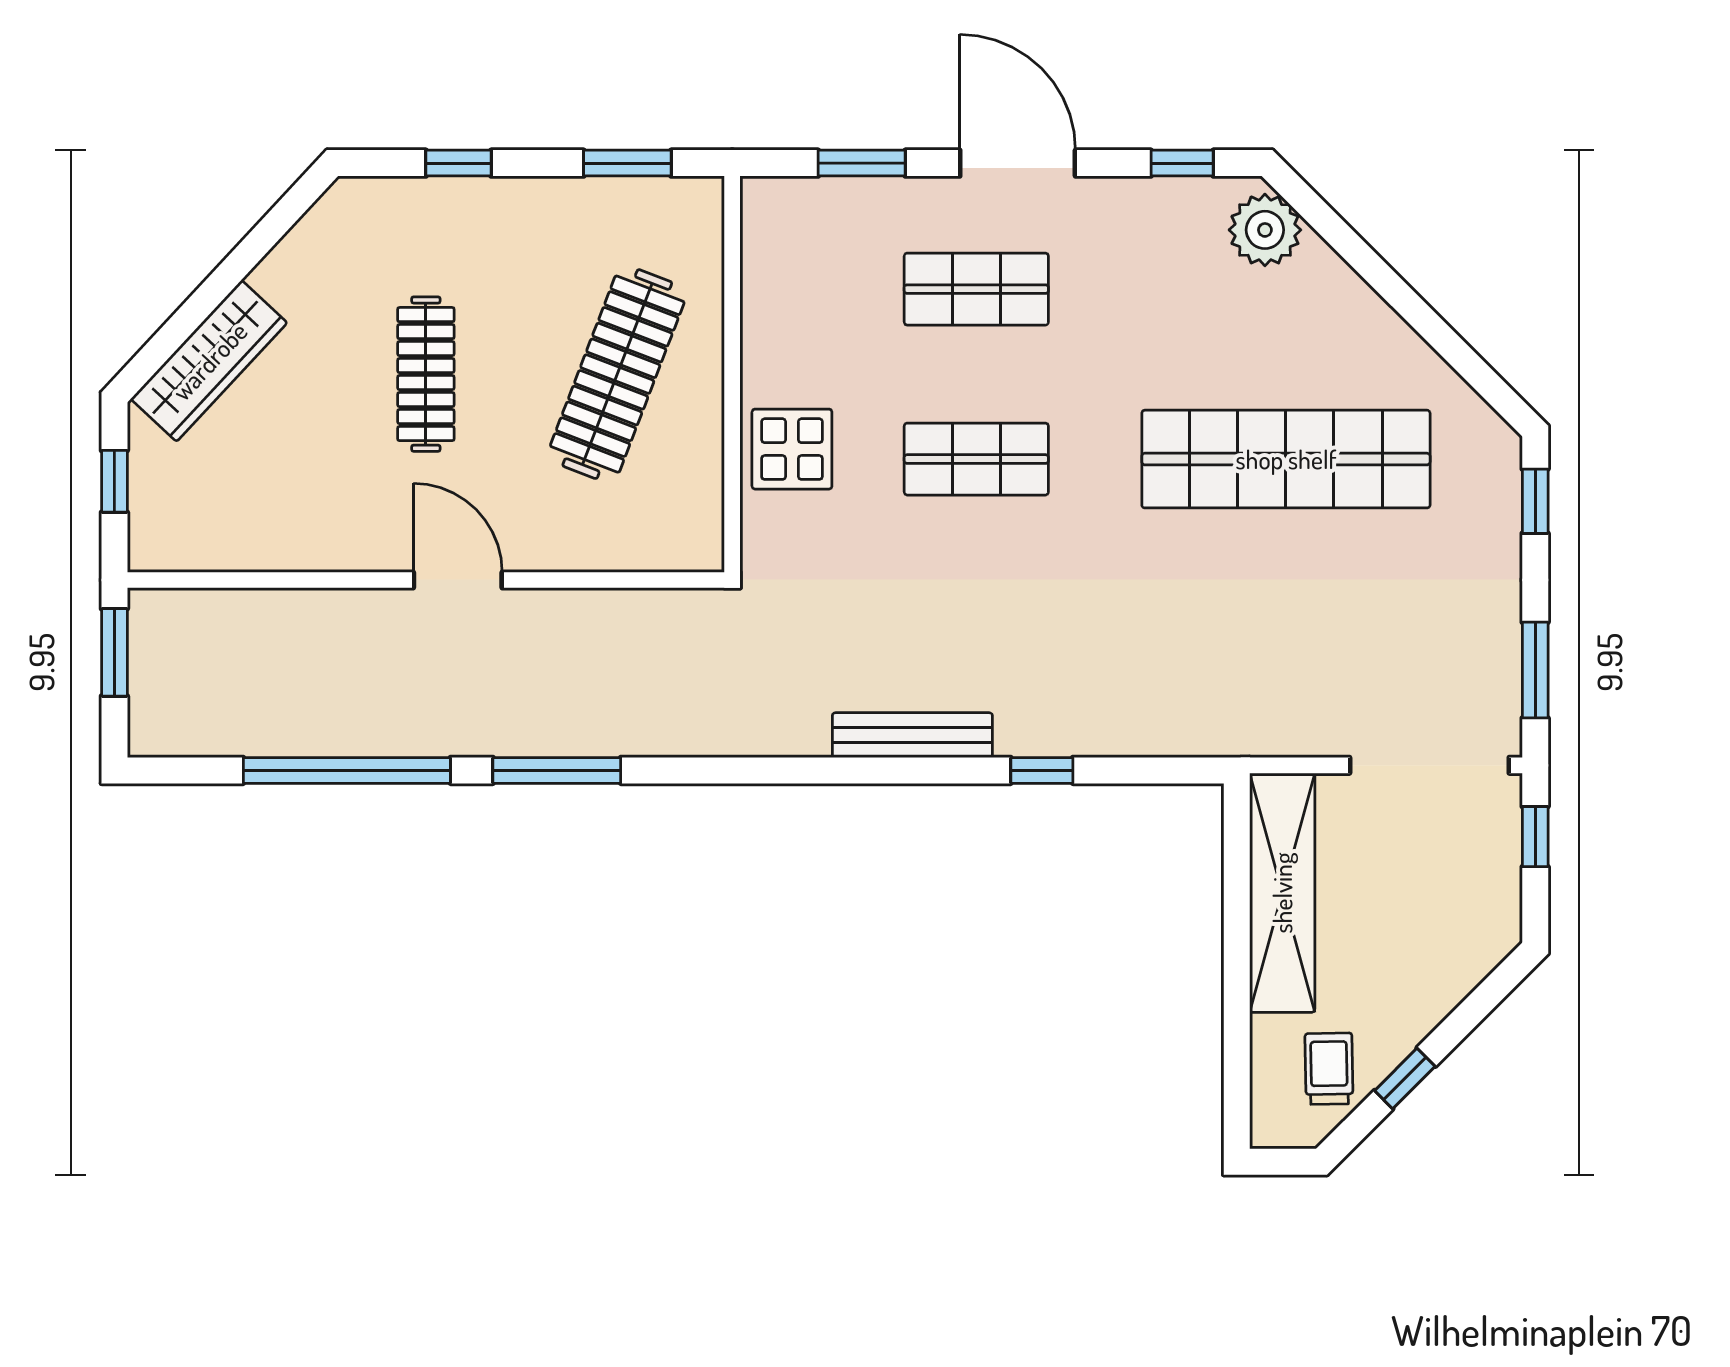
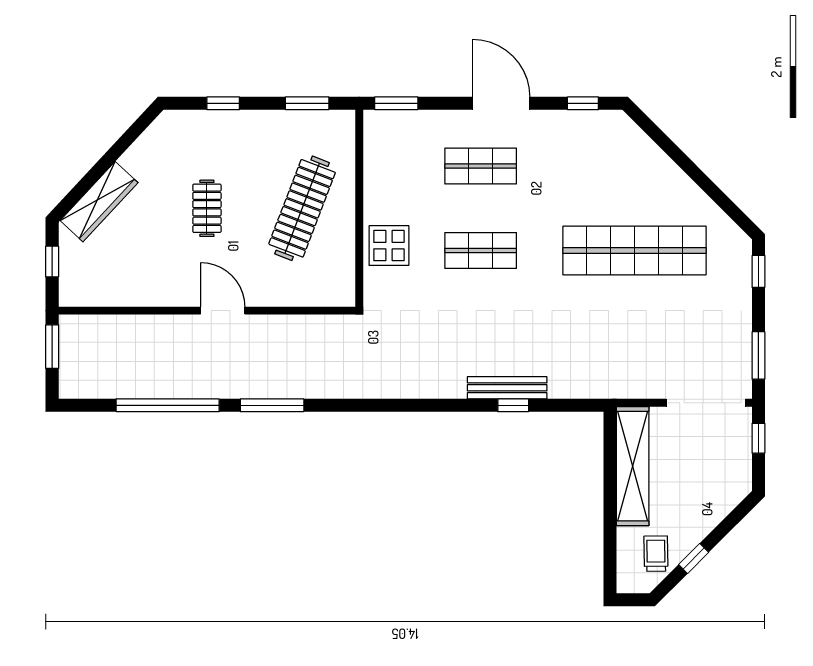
window: (862, 163) -> (396, 103), moved
plant: (1265, 230) -> (624, 137), removed
clothes rail: (426, 374) -> (207, 208), width x0.73
bench: (912, 735) -> (507, 388), moved

